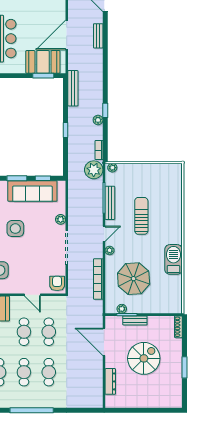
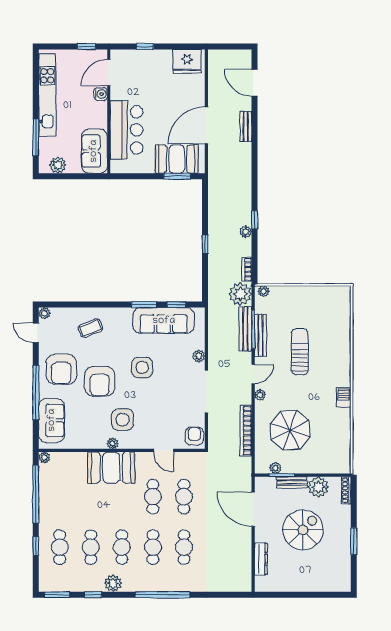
bench: (73, 88) -> (245, 329), moved
barbecue: (173, 259) -> (344, 397), width x0.53, depth x0.65
plant: (156, 324) -> (318, 487), added

